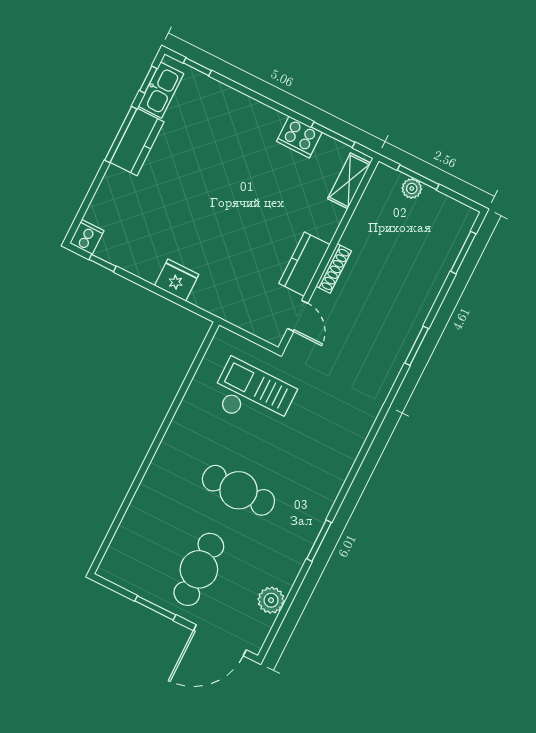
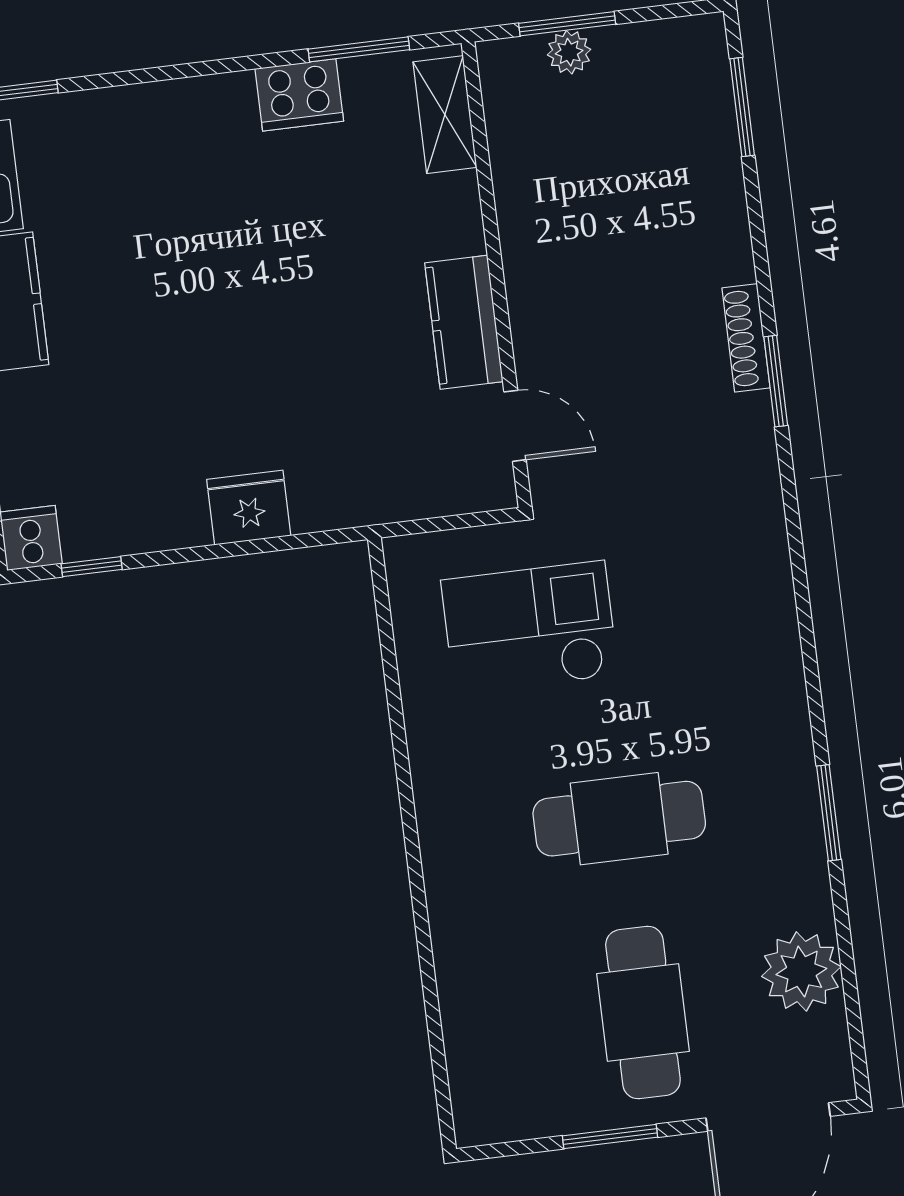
shoe rack: (334, 269) -> (746, 338), moved, turned 180
window: (417, 346) -> (776, 381), moved
plant: (271, 600) -> (801, 971), width x1.36, depth x1.36

